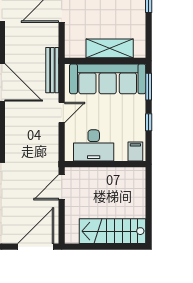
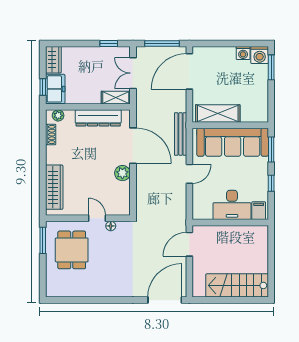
shelving: (110, 48) -> (218, 114), moved
desk: (94, 145) -> (232, 205), moved

